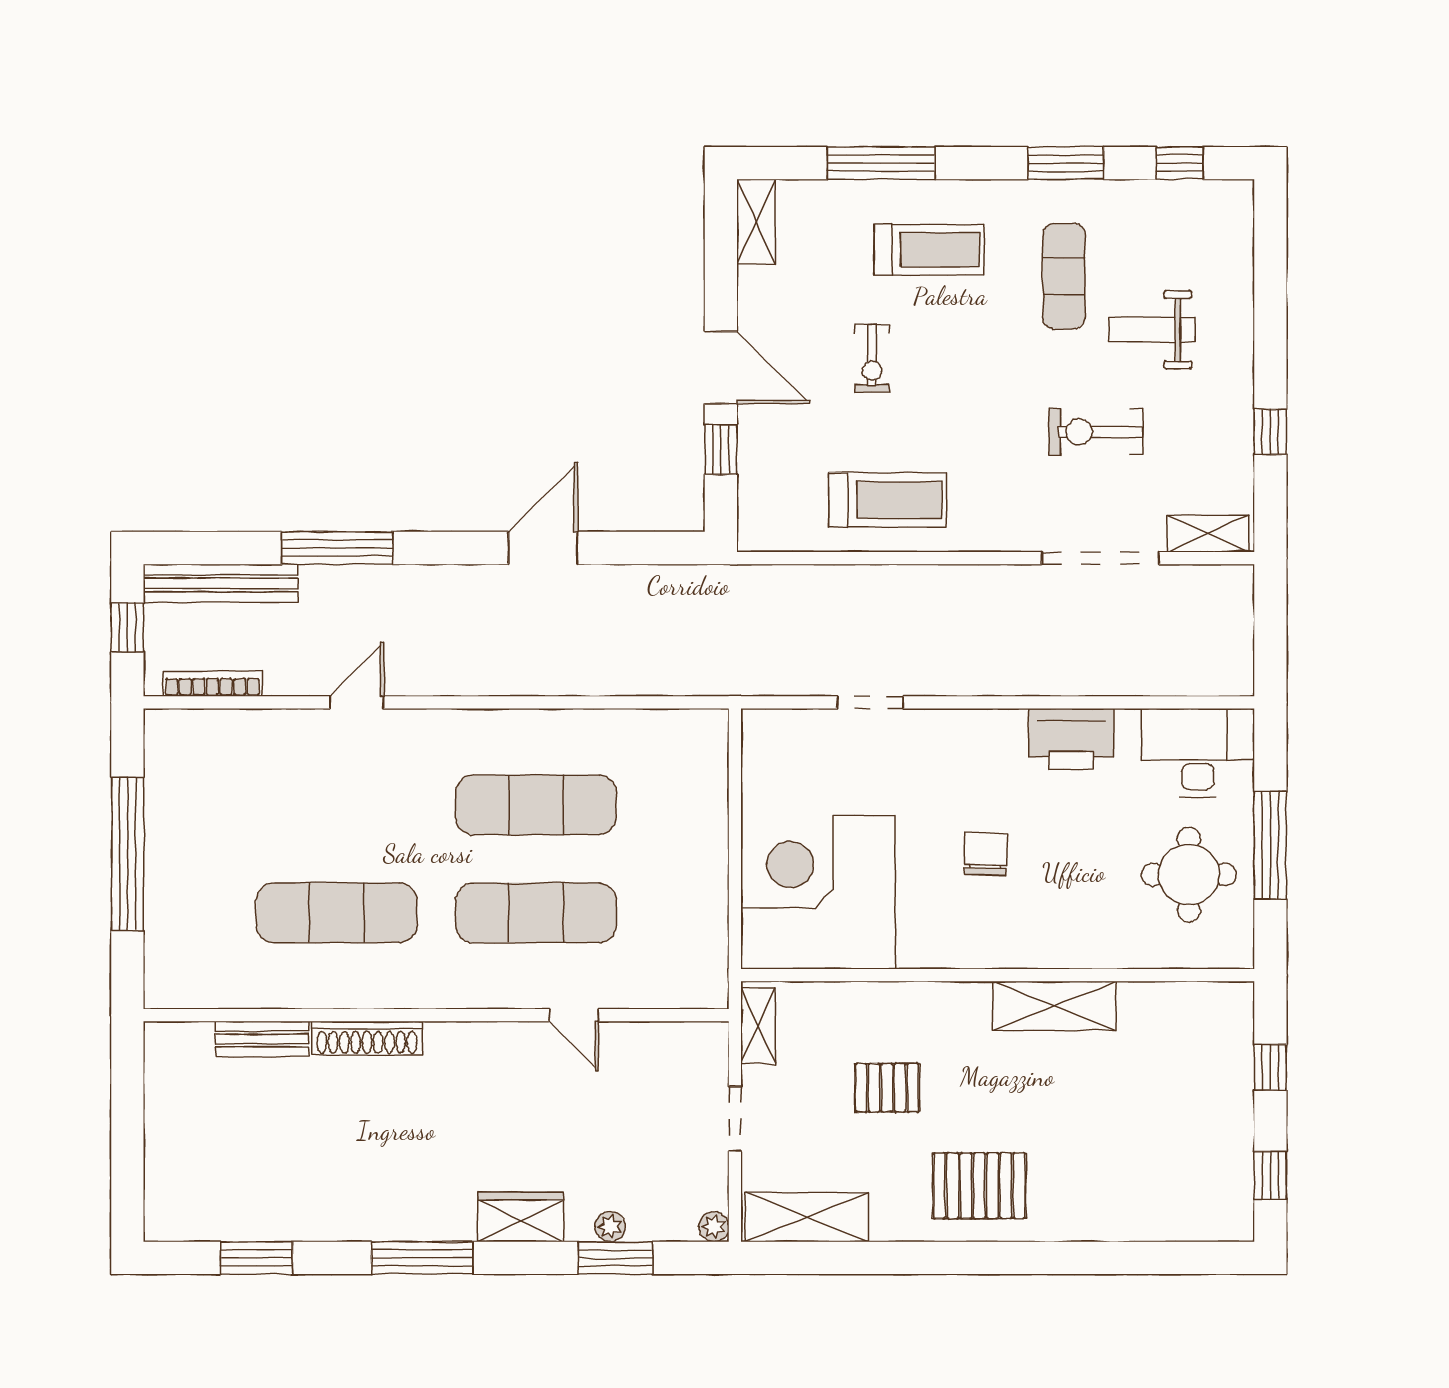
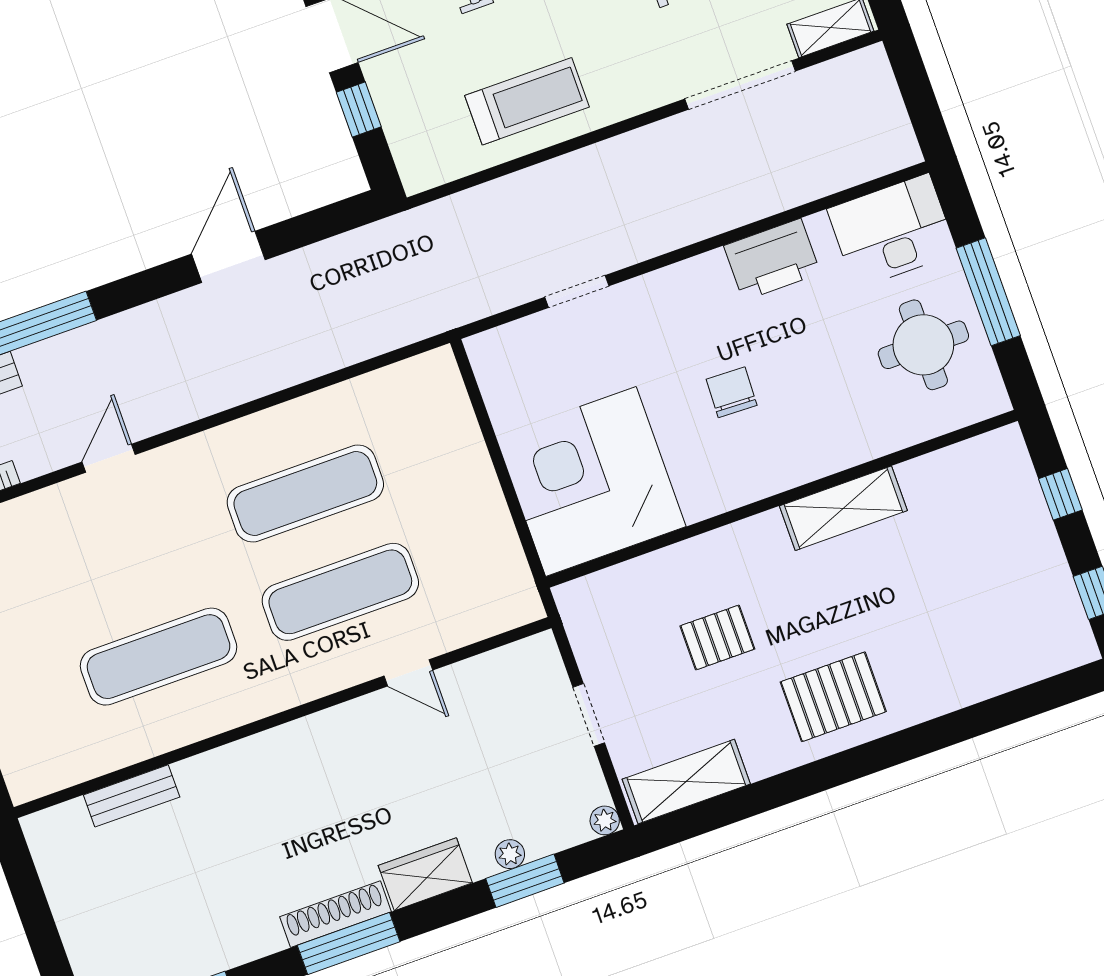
shelving: (758, 1026) -> (580, 623), removed
shoe rack: (367, 1038) -> (336, 914), moved, turned 180

